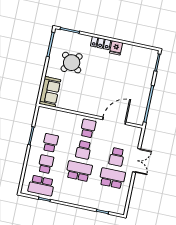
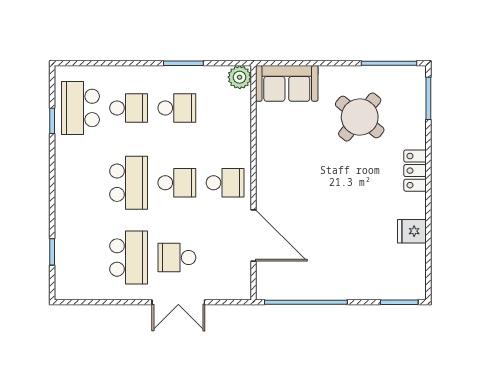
fridge: (116, 48) -> (412, 231), moved
plant: (43, 112) -> (240, 77), added
school desk: (84, 150) -> (177, 183), turned 180

